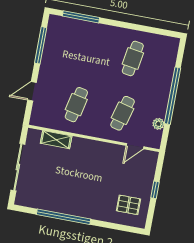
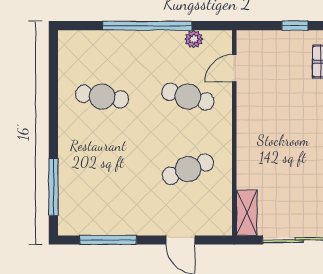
cafe table: (76, 105) -> (188, 169), turned -33
shelving: (56, 140) -> (247, 213), moved
door: (135, 146) -> (234, 68), swing flipped

